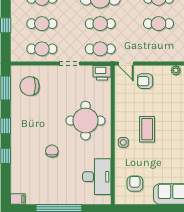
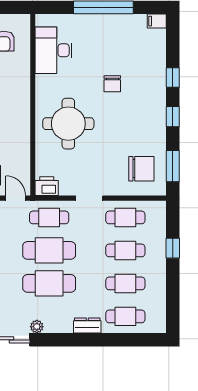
cafe table: (100, 24) -> (49, 250), width x1.37, depth x1.35
side table: (123, 142) -> (19, 95), removed

